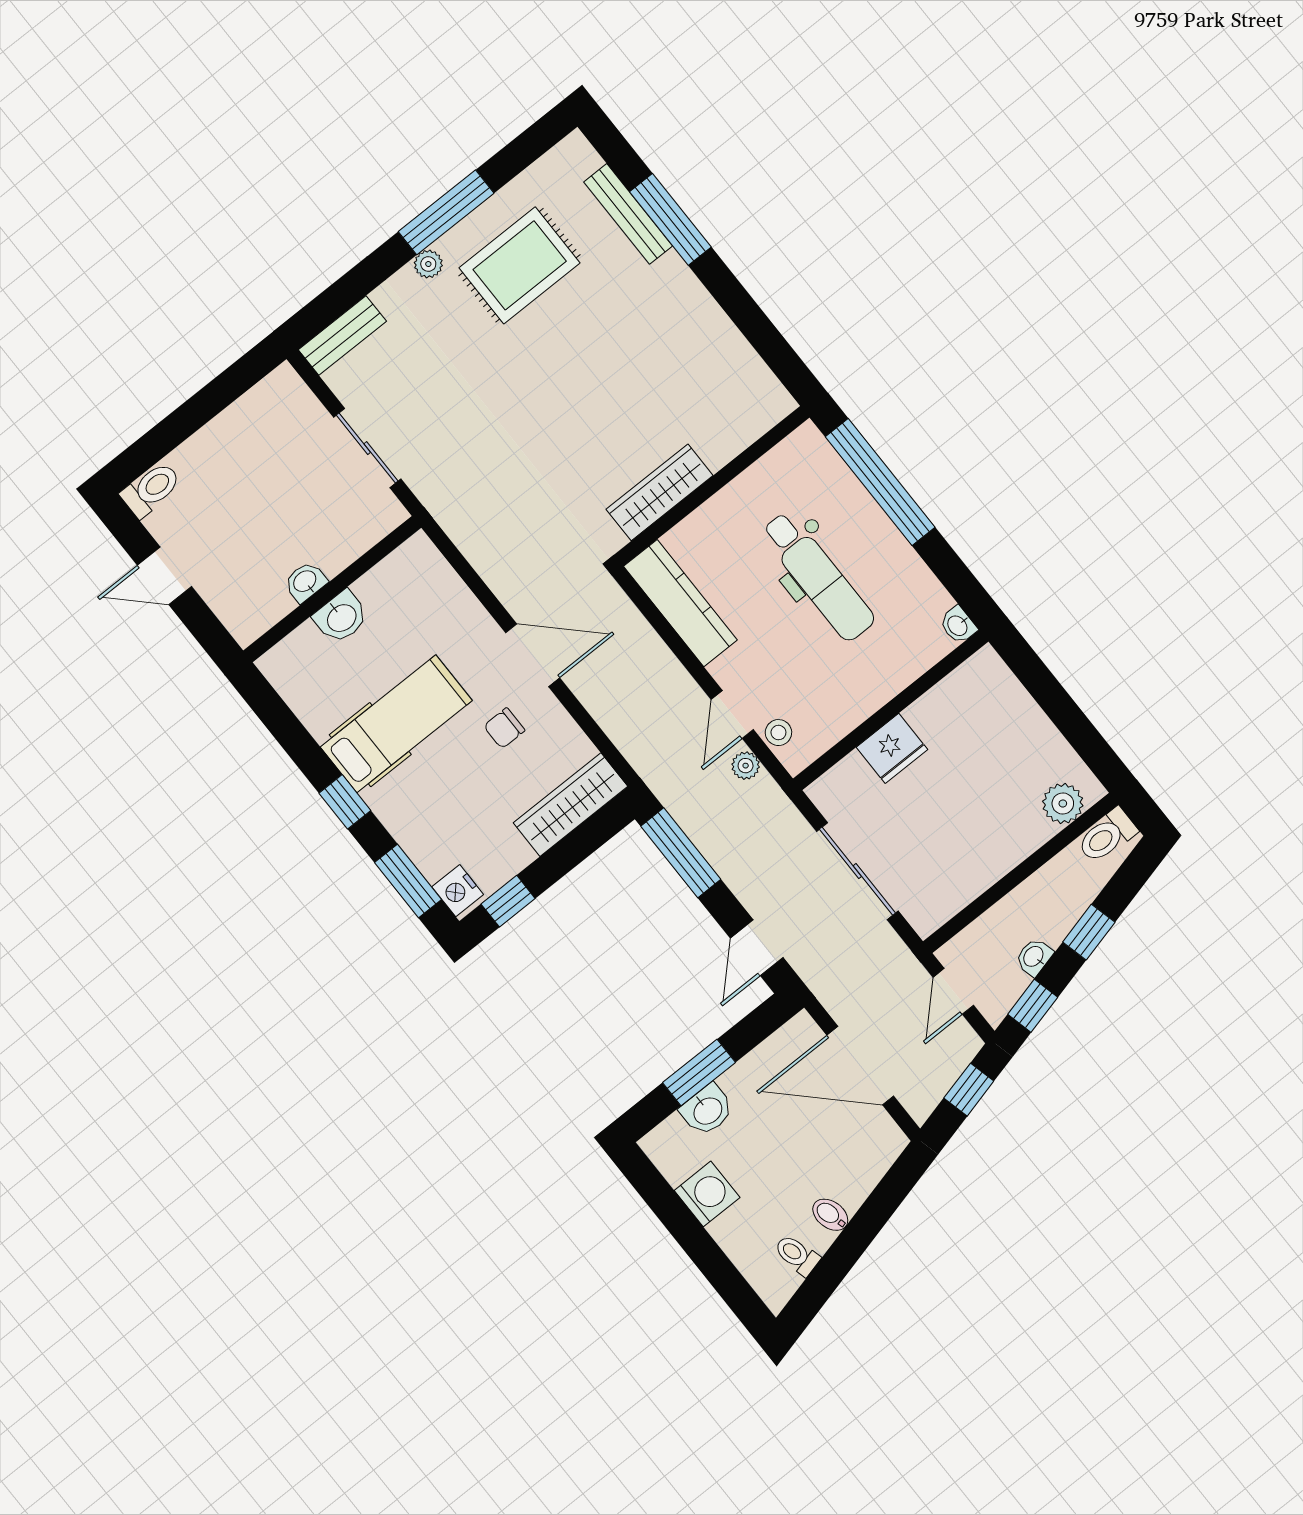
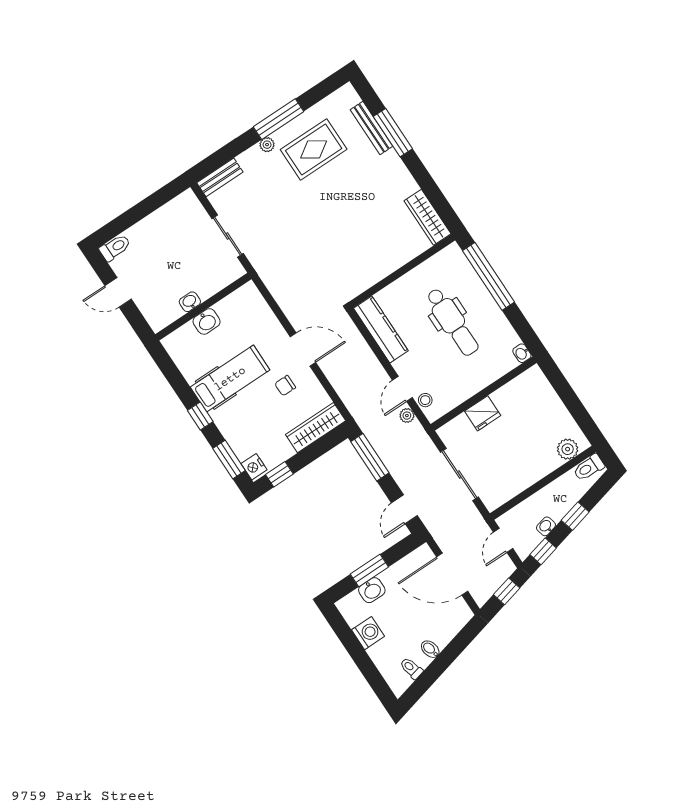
wardrobe: (660, 492) -> (427, 217), moved, turned -90

